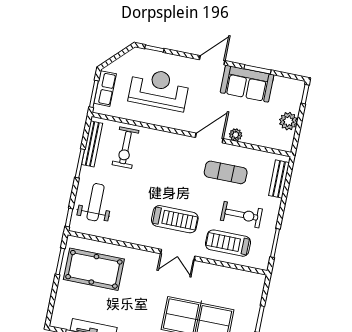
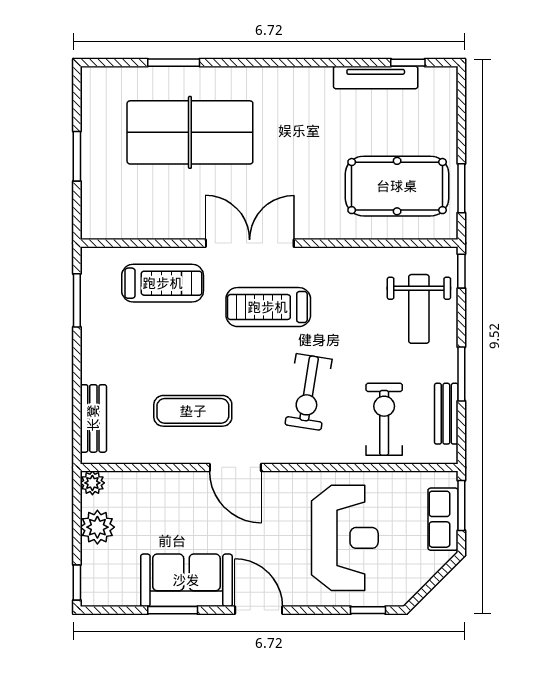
door: (212, 60) -> (259, 610), swing flipped
reception desk: (159, 89) -> (345, 538), turned -90
plant: (236, 135) -> (92, 483), moved
door: (209, 138) -> (235, 467), hinge flipped
bench: (92, 144) -> (446, 414), width x0.73
exercise bike: (241, 215) -> (308, 392), moved, turned -81
double door: (178, 255) -> (250, 243), width x1.37

